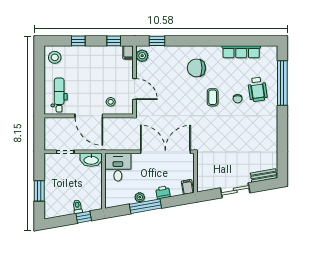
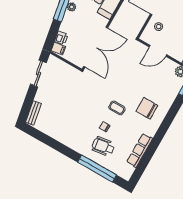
chair: (196, 68) -> (147, 108), turned -90
sliding door: (235, 190) -> (38, 74), moved
printer: (163, 192) -> (61, 38), moved

